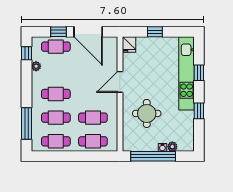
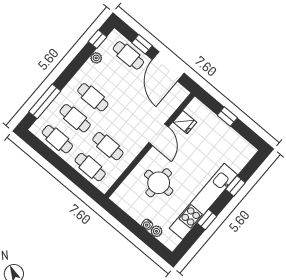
fridge: (129, 44) -> (185, 122), moved, turned -90
kitchen unit: (187, 73) -> (203, 201), moved
door: (120, 82) -> (159, 135), swing flipped
window: (153, 156) -> (132, 225), removed

